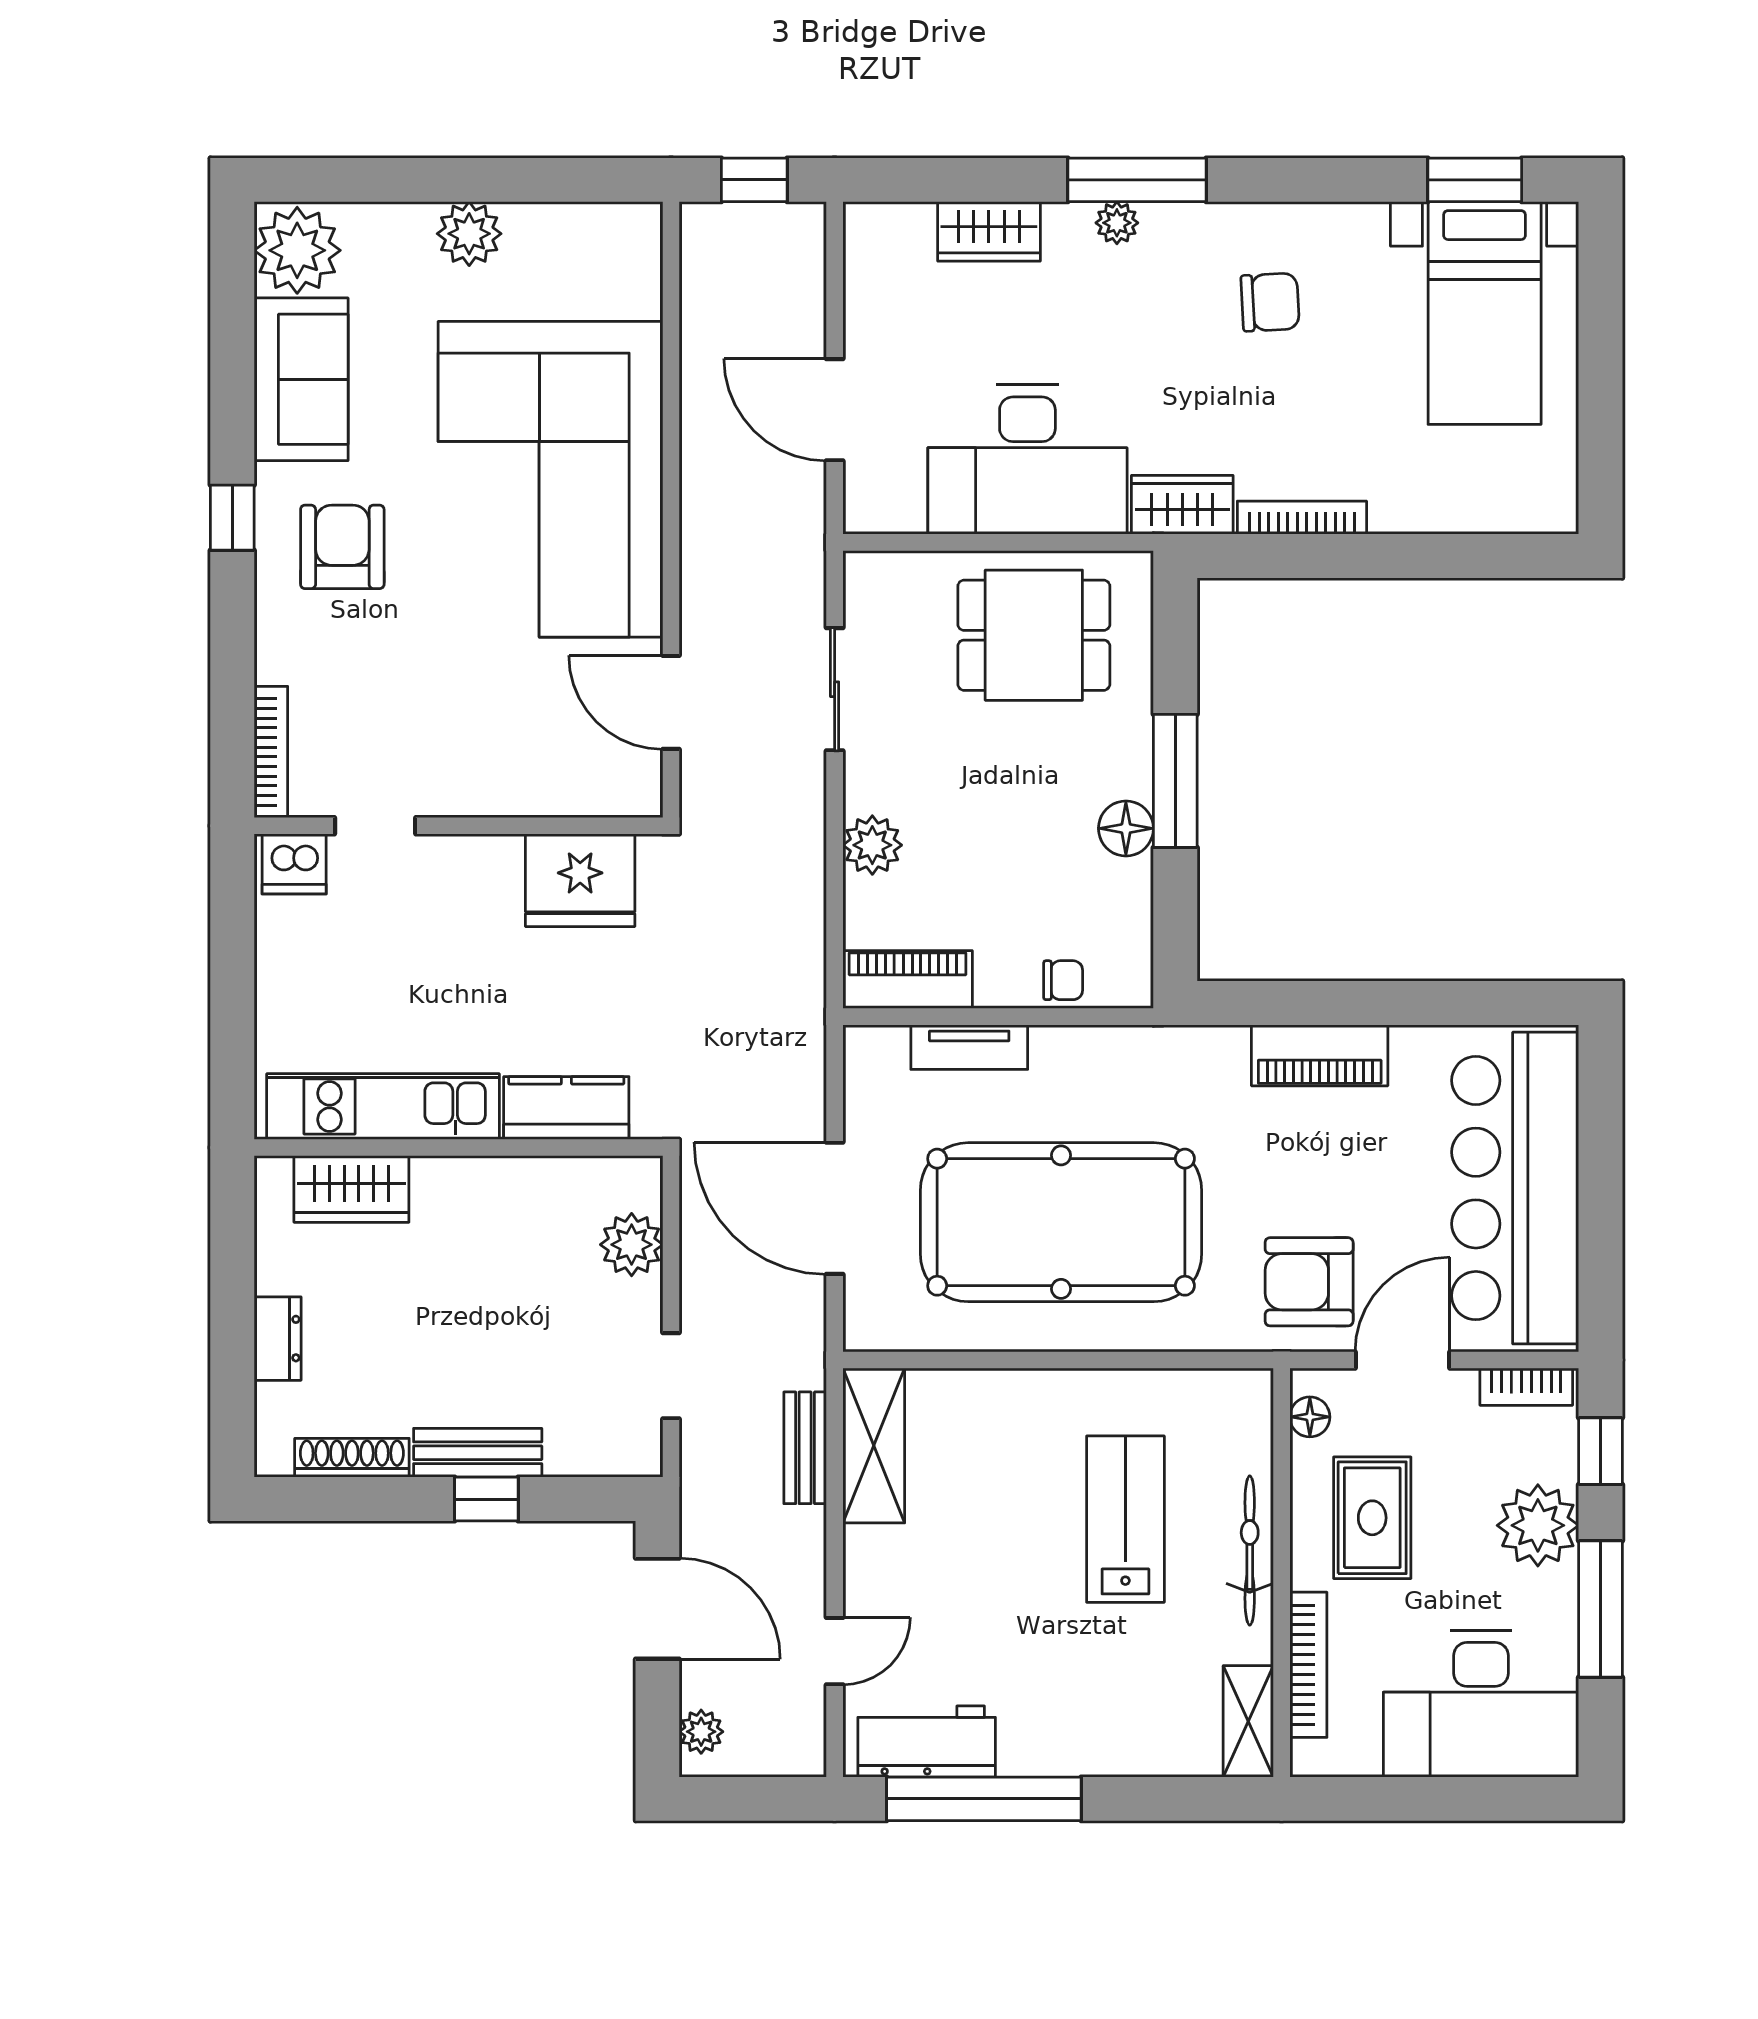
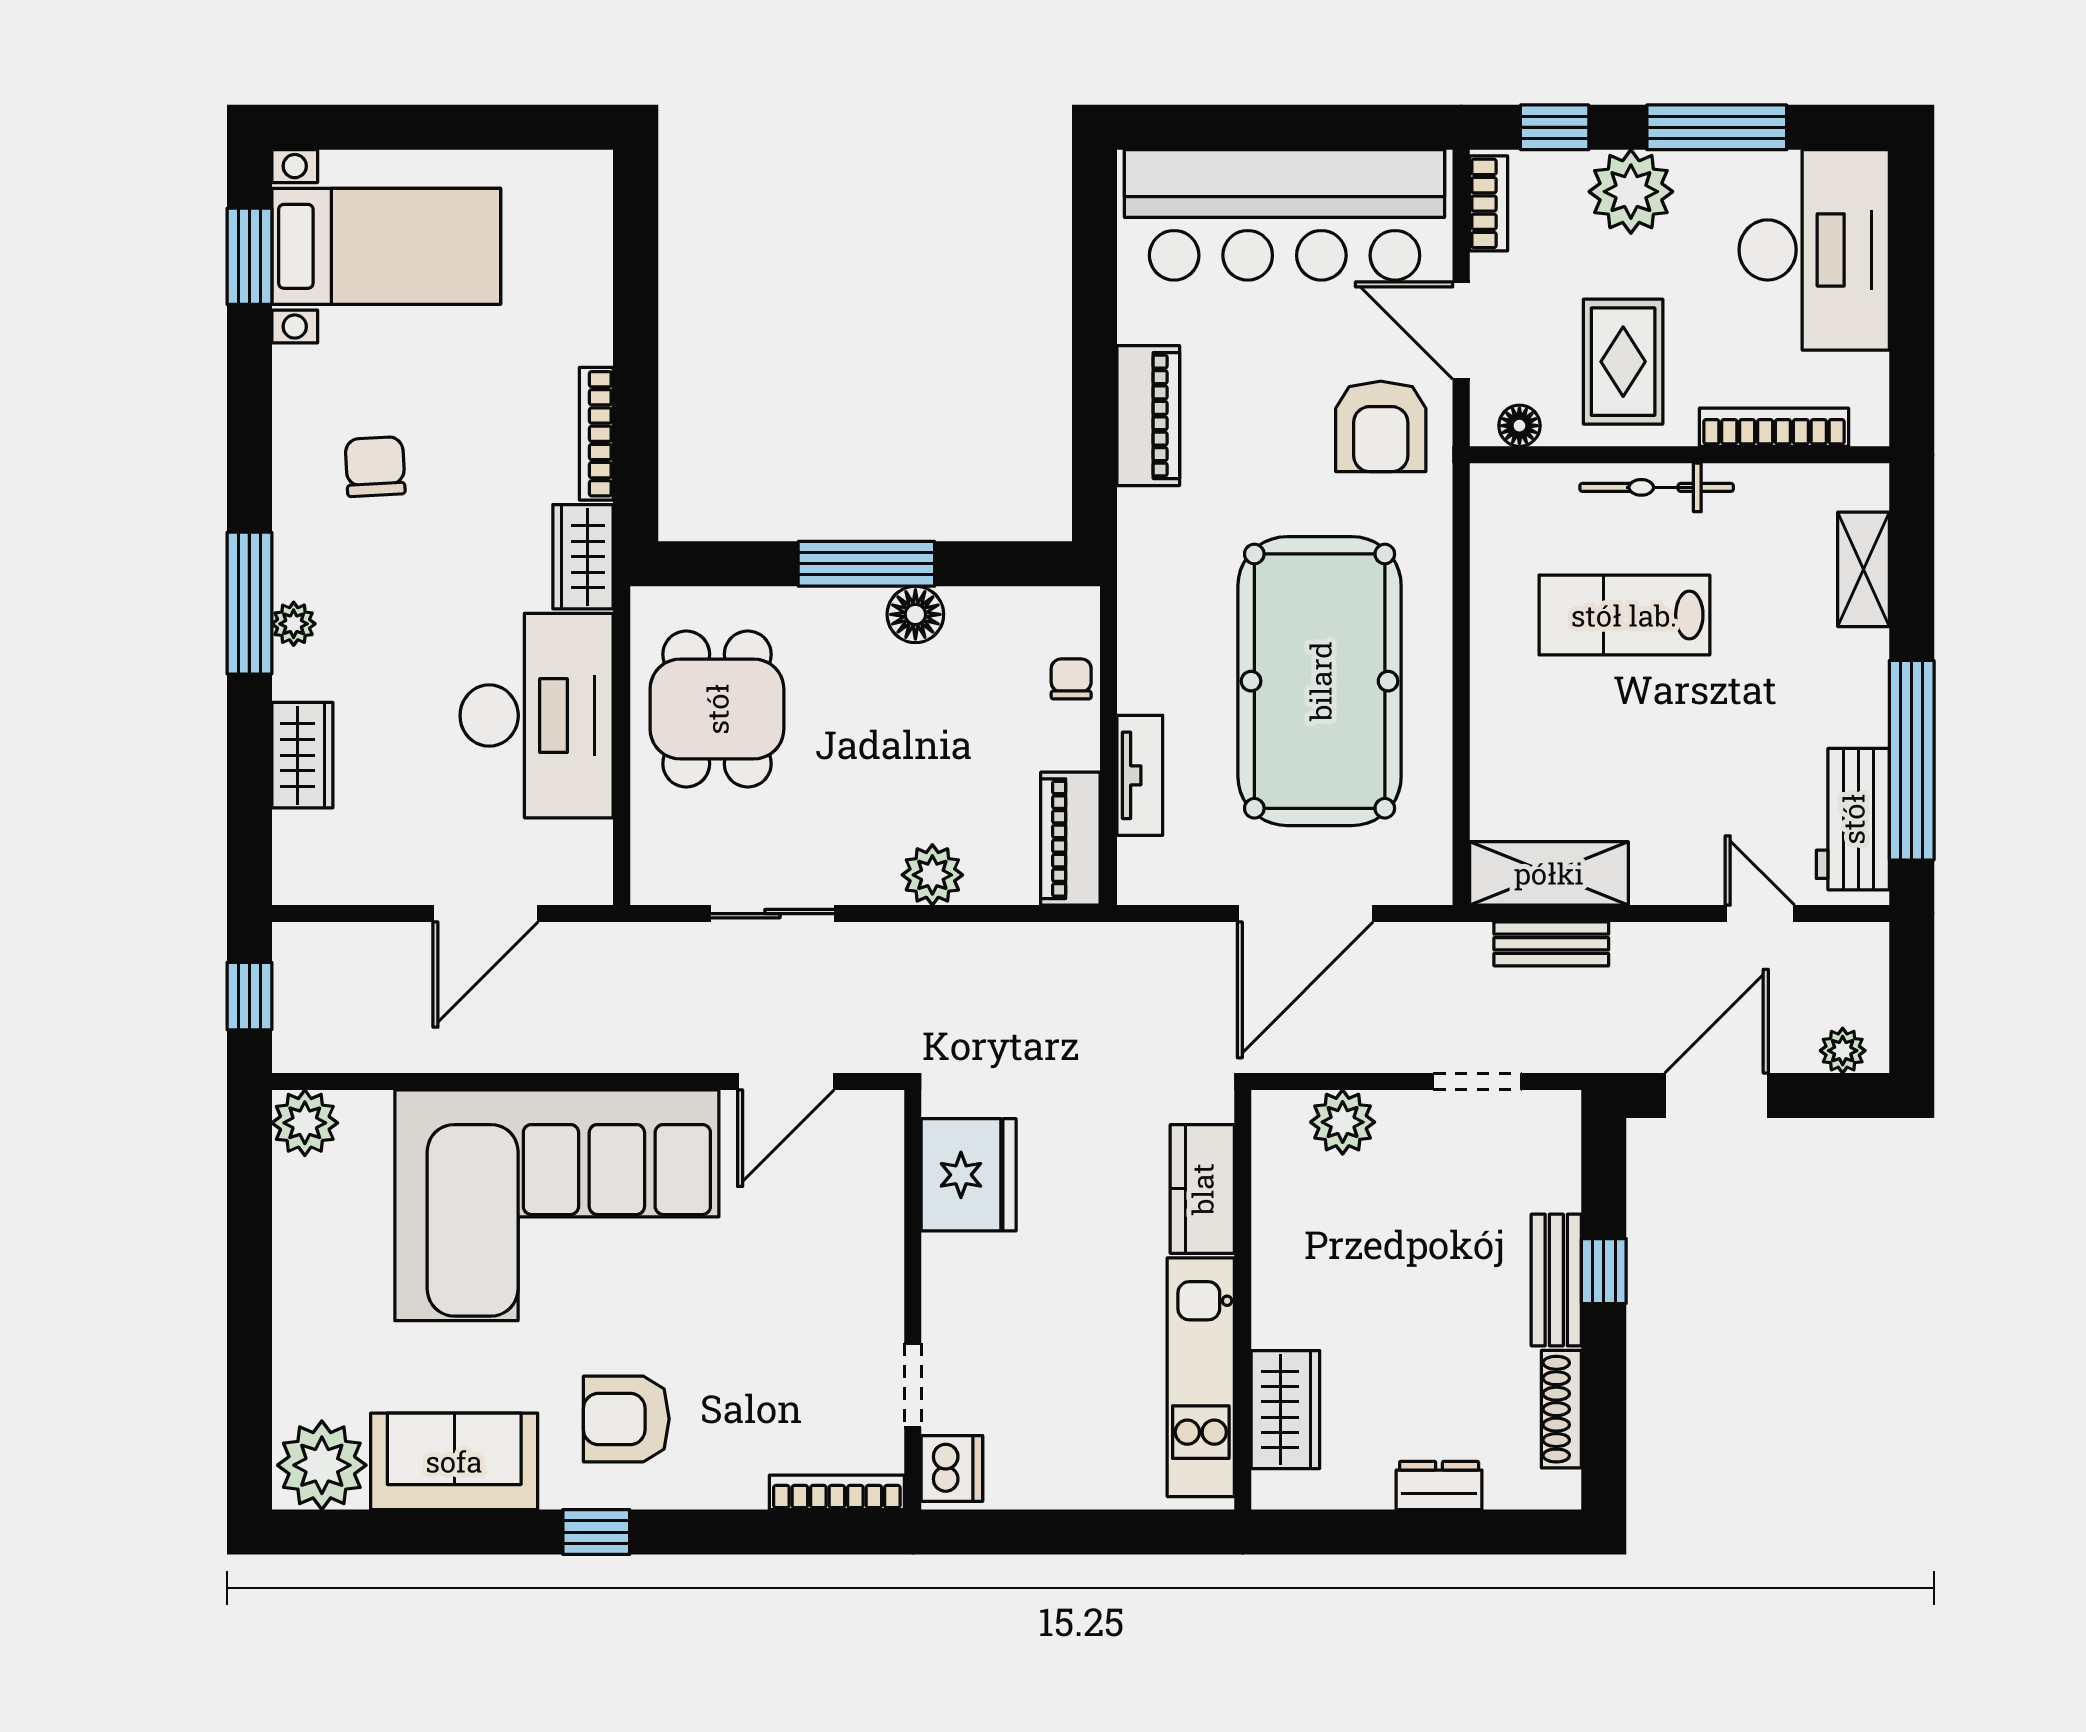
plant: (469, 234) -> (305, 1123), moved
rug: (1372, 1518) -> (1623, 362), turned 90
shelving: (1248, 1721) -> (1863, 569), moved, turned 90

